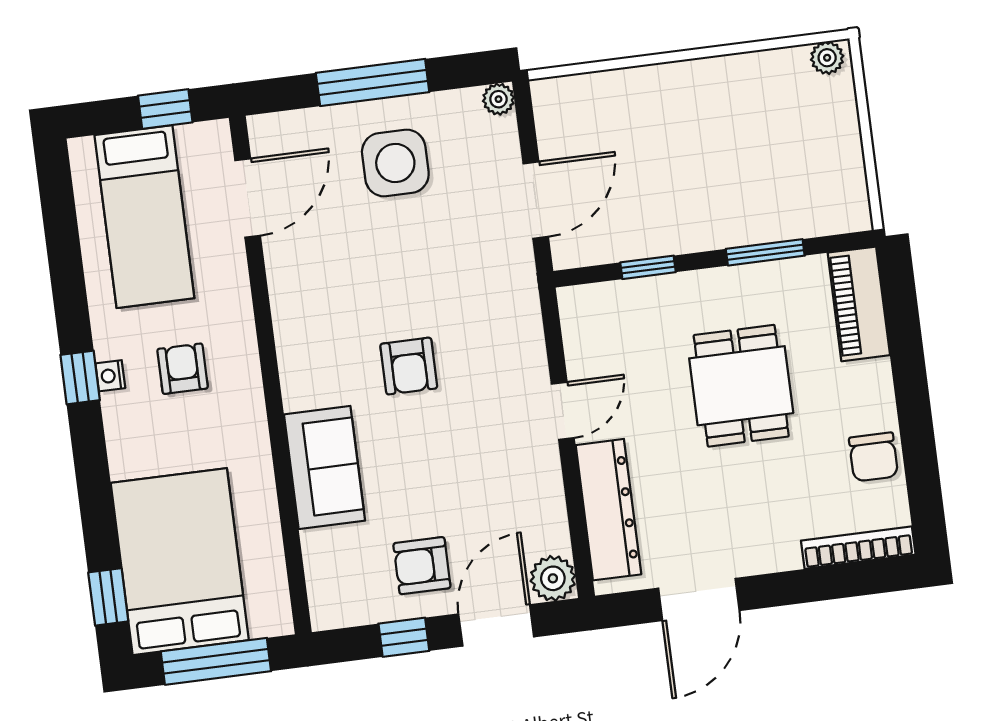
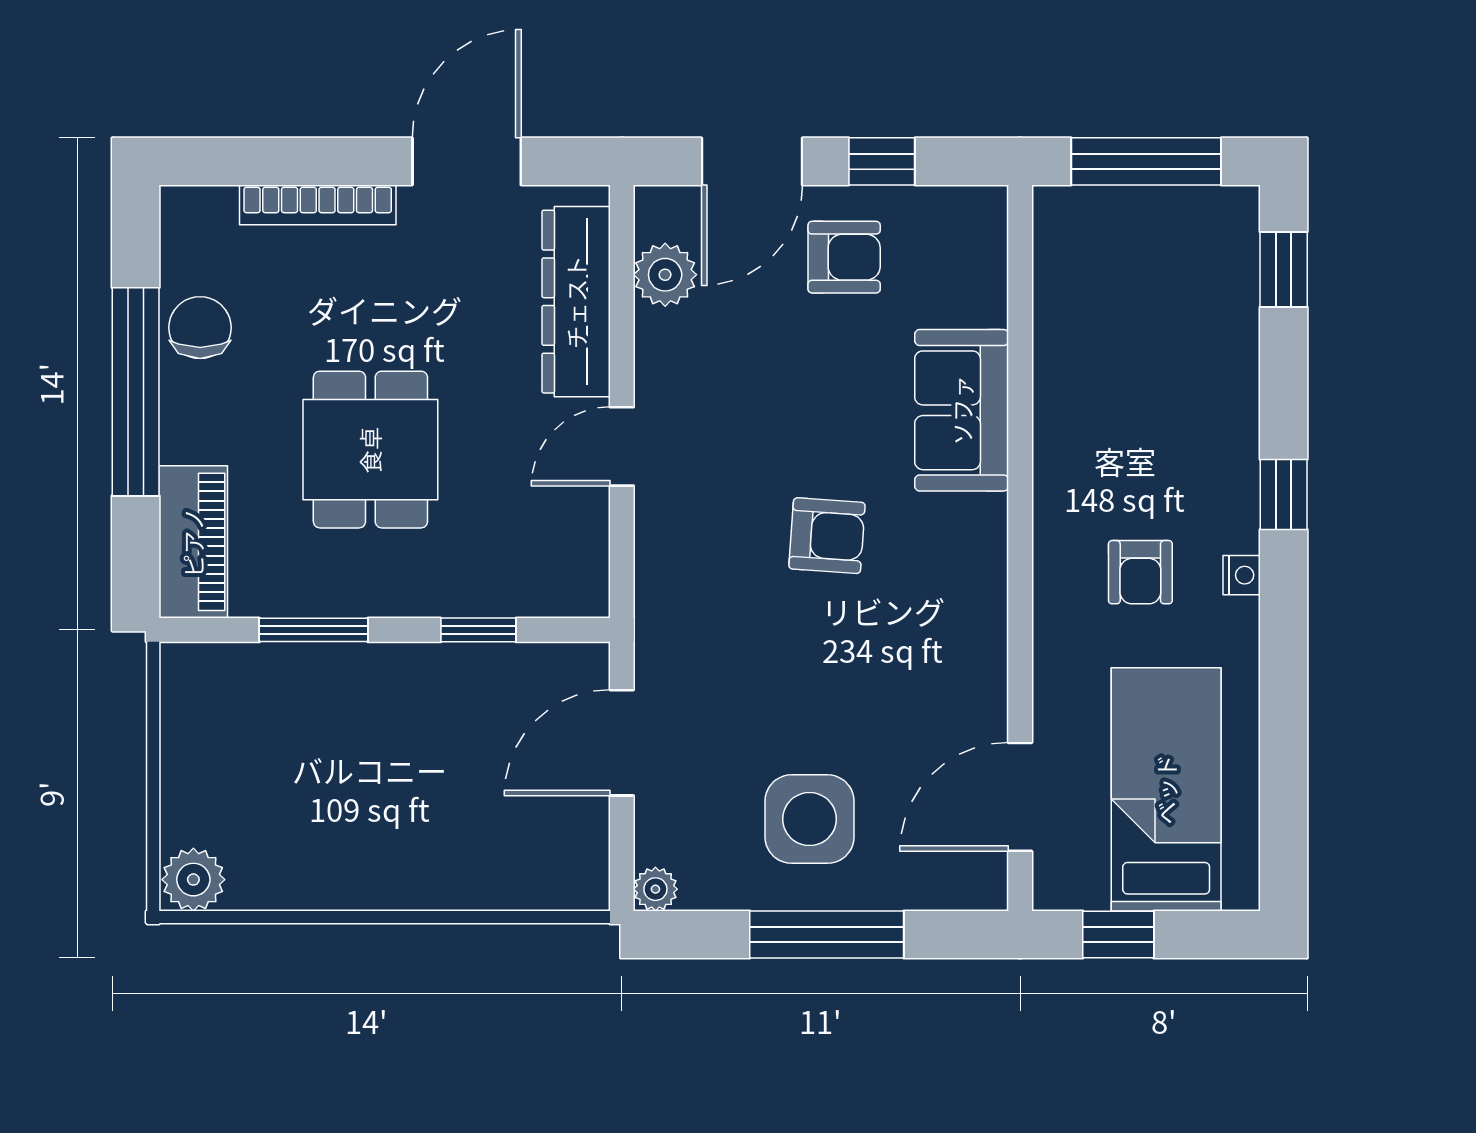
plant: (827, 58) -> (193, 880), width x1.38, depth x1.38
armchair: (409, 366) -> (827, 536), turned 94
window: (80, 377) -> (1284, 494), moved
window: (913, 406) -> (136, 392), added
bookcase: (858, 548) -> (318, 205), moved
bed: (180, 562) -> (1179, 306), removed
plant: (553, 578) -> (665, 275), moved

